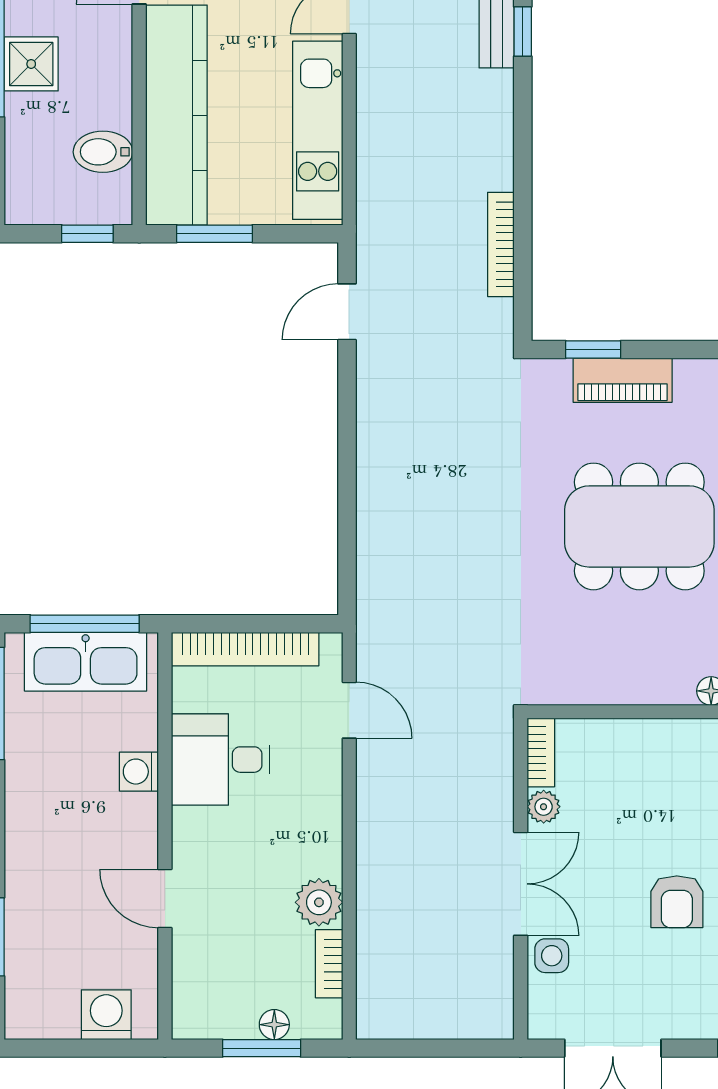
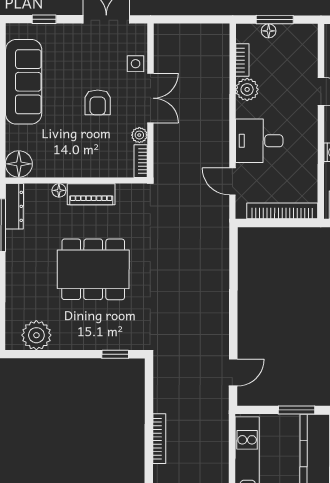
bookcase: (501, 244) -> (159, 439), moved
piano: (623, 380) -> (91, 194), moved, turned 180
desk: (221, 760) -> (259, 141), moved, turned 180
double door: (521, 884) -> (150, 98), swing flipped
armchair: (677, 902) -> (98, 102), moved, turned 180

